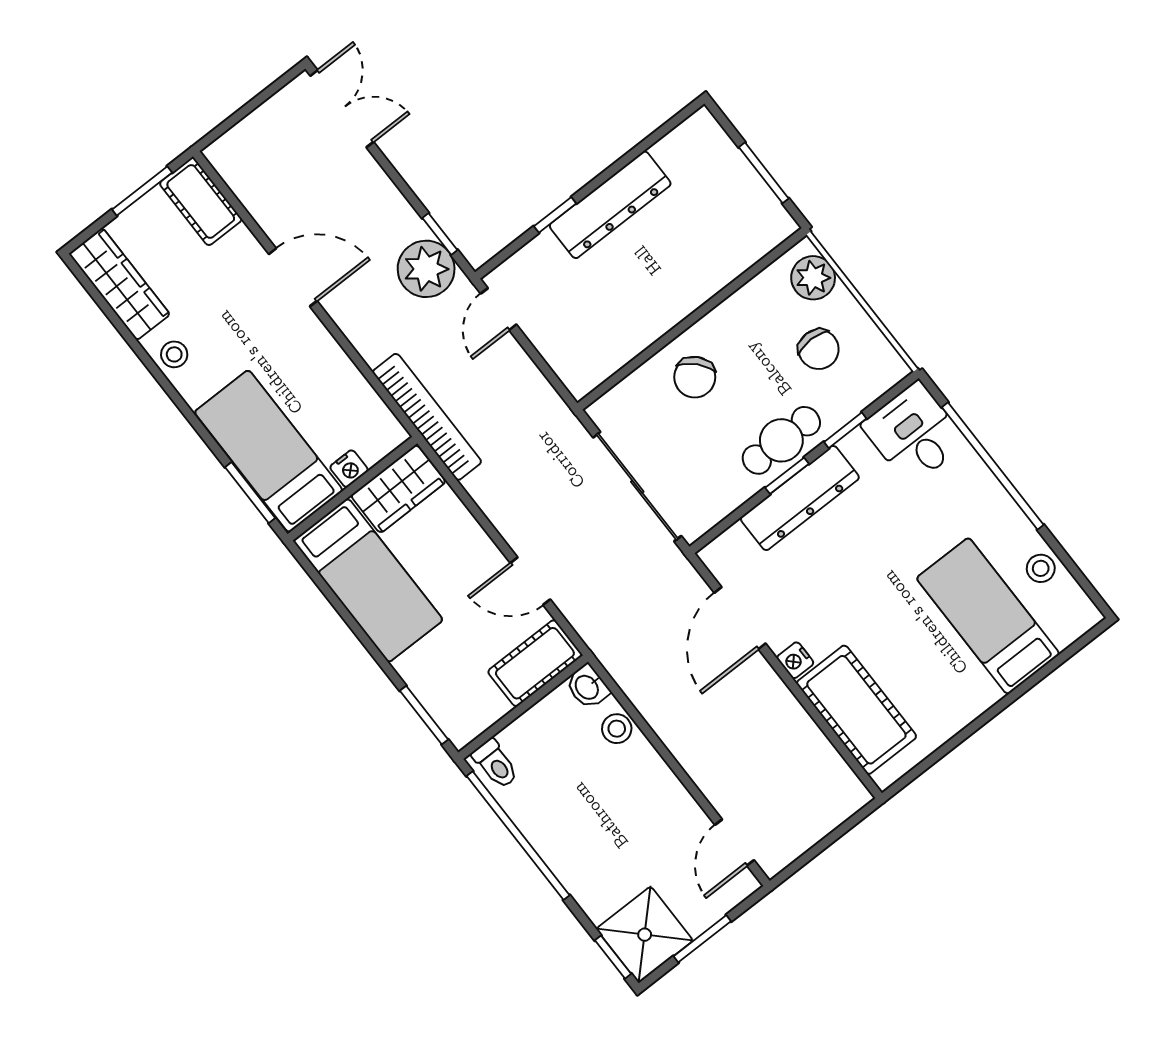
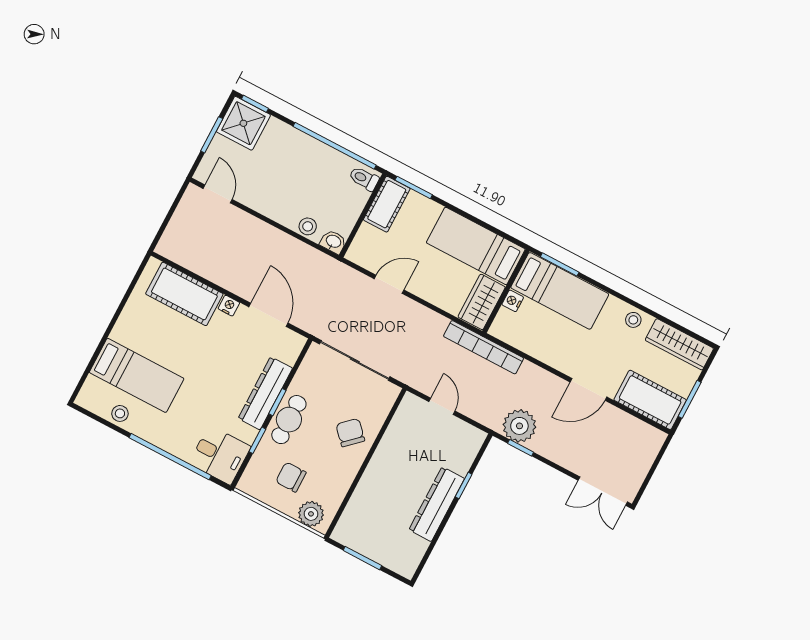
cot: (201, 201) -> (650, 400), width x1.37, depth x1.34
door: (498, 309) -> (442, 406), moved
cot: (535, 663) -> (387, 204), moved

